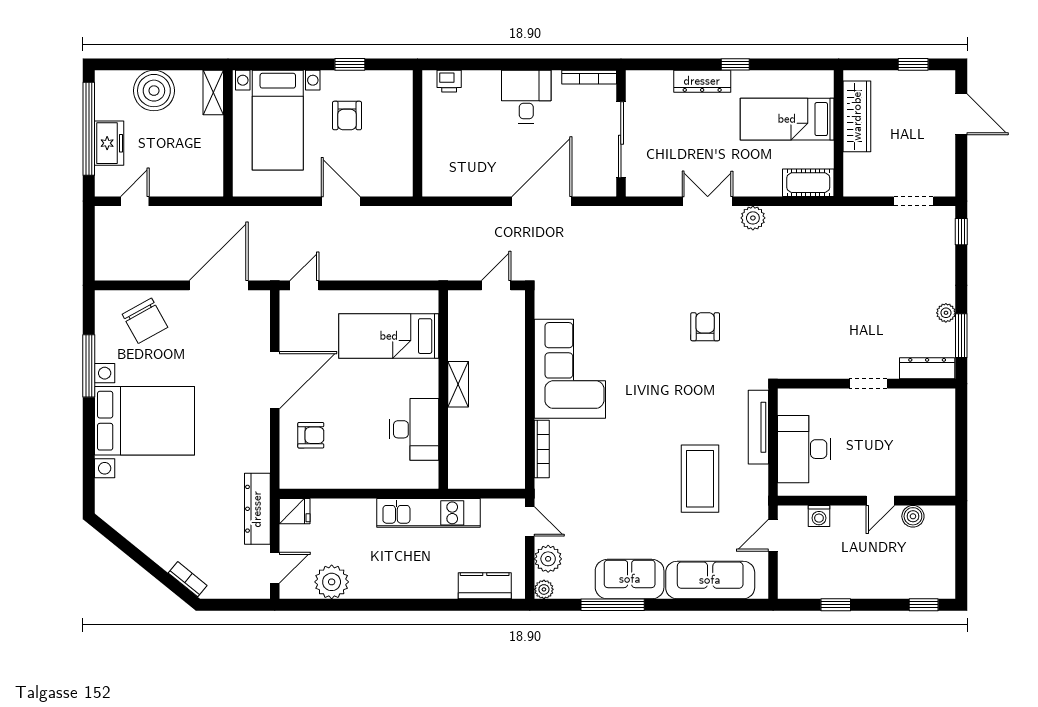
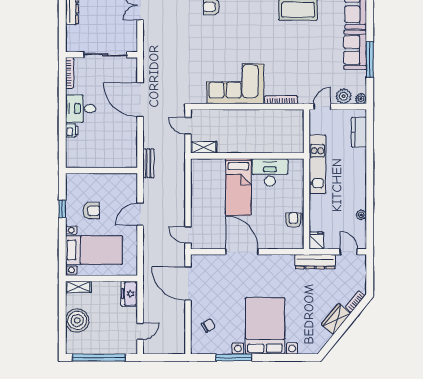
printer: (449, 81) -> (72, 131), moved
freezer: (109, 143) -> (129, 294), moved, turned -90
door: (135, 201) -> (140, 331), swing flipped
bench: (430, 216) -> (148, 163), added
chair: (145, 321) -> (208, 326), width x0.54, depth x0.54
bed: (389, 336) -> (238, 187), moved
shelving: (458, 384) -> (204, 147), moved
armchair: (311, 435) -> (293, 220), moved
wardrobe: (157, 546) -> (336, 319), added
plant: (332, 582) -> (361, 215), width x0.53, depth x0.53

